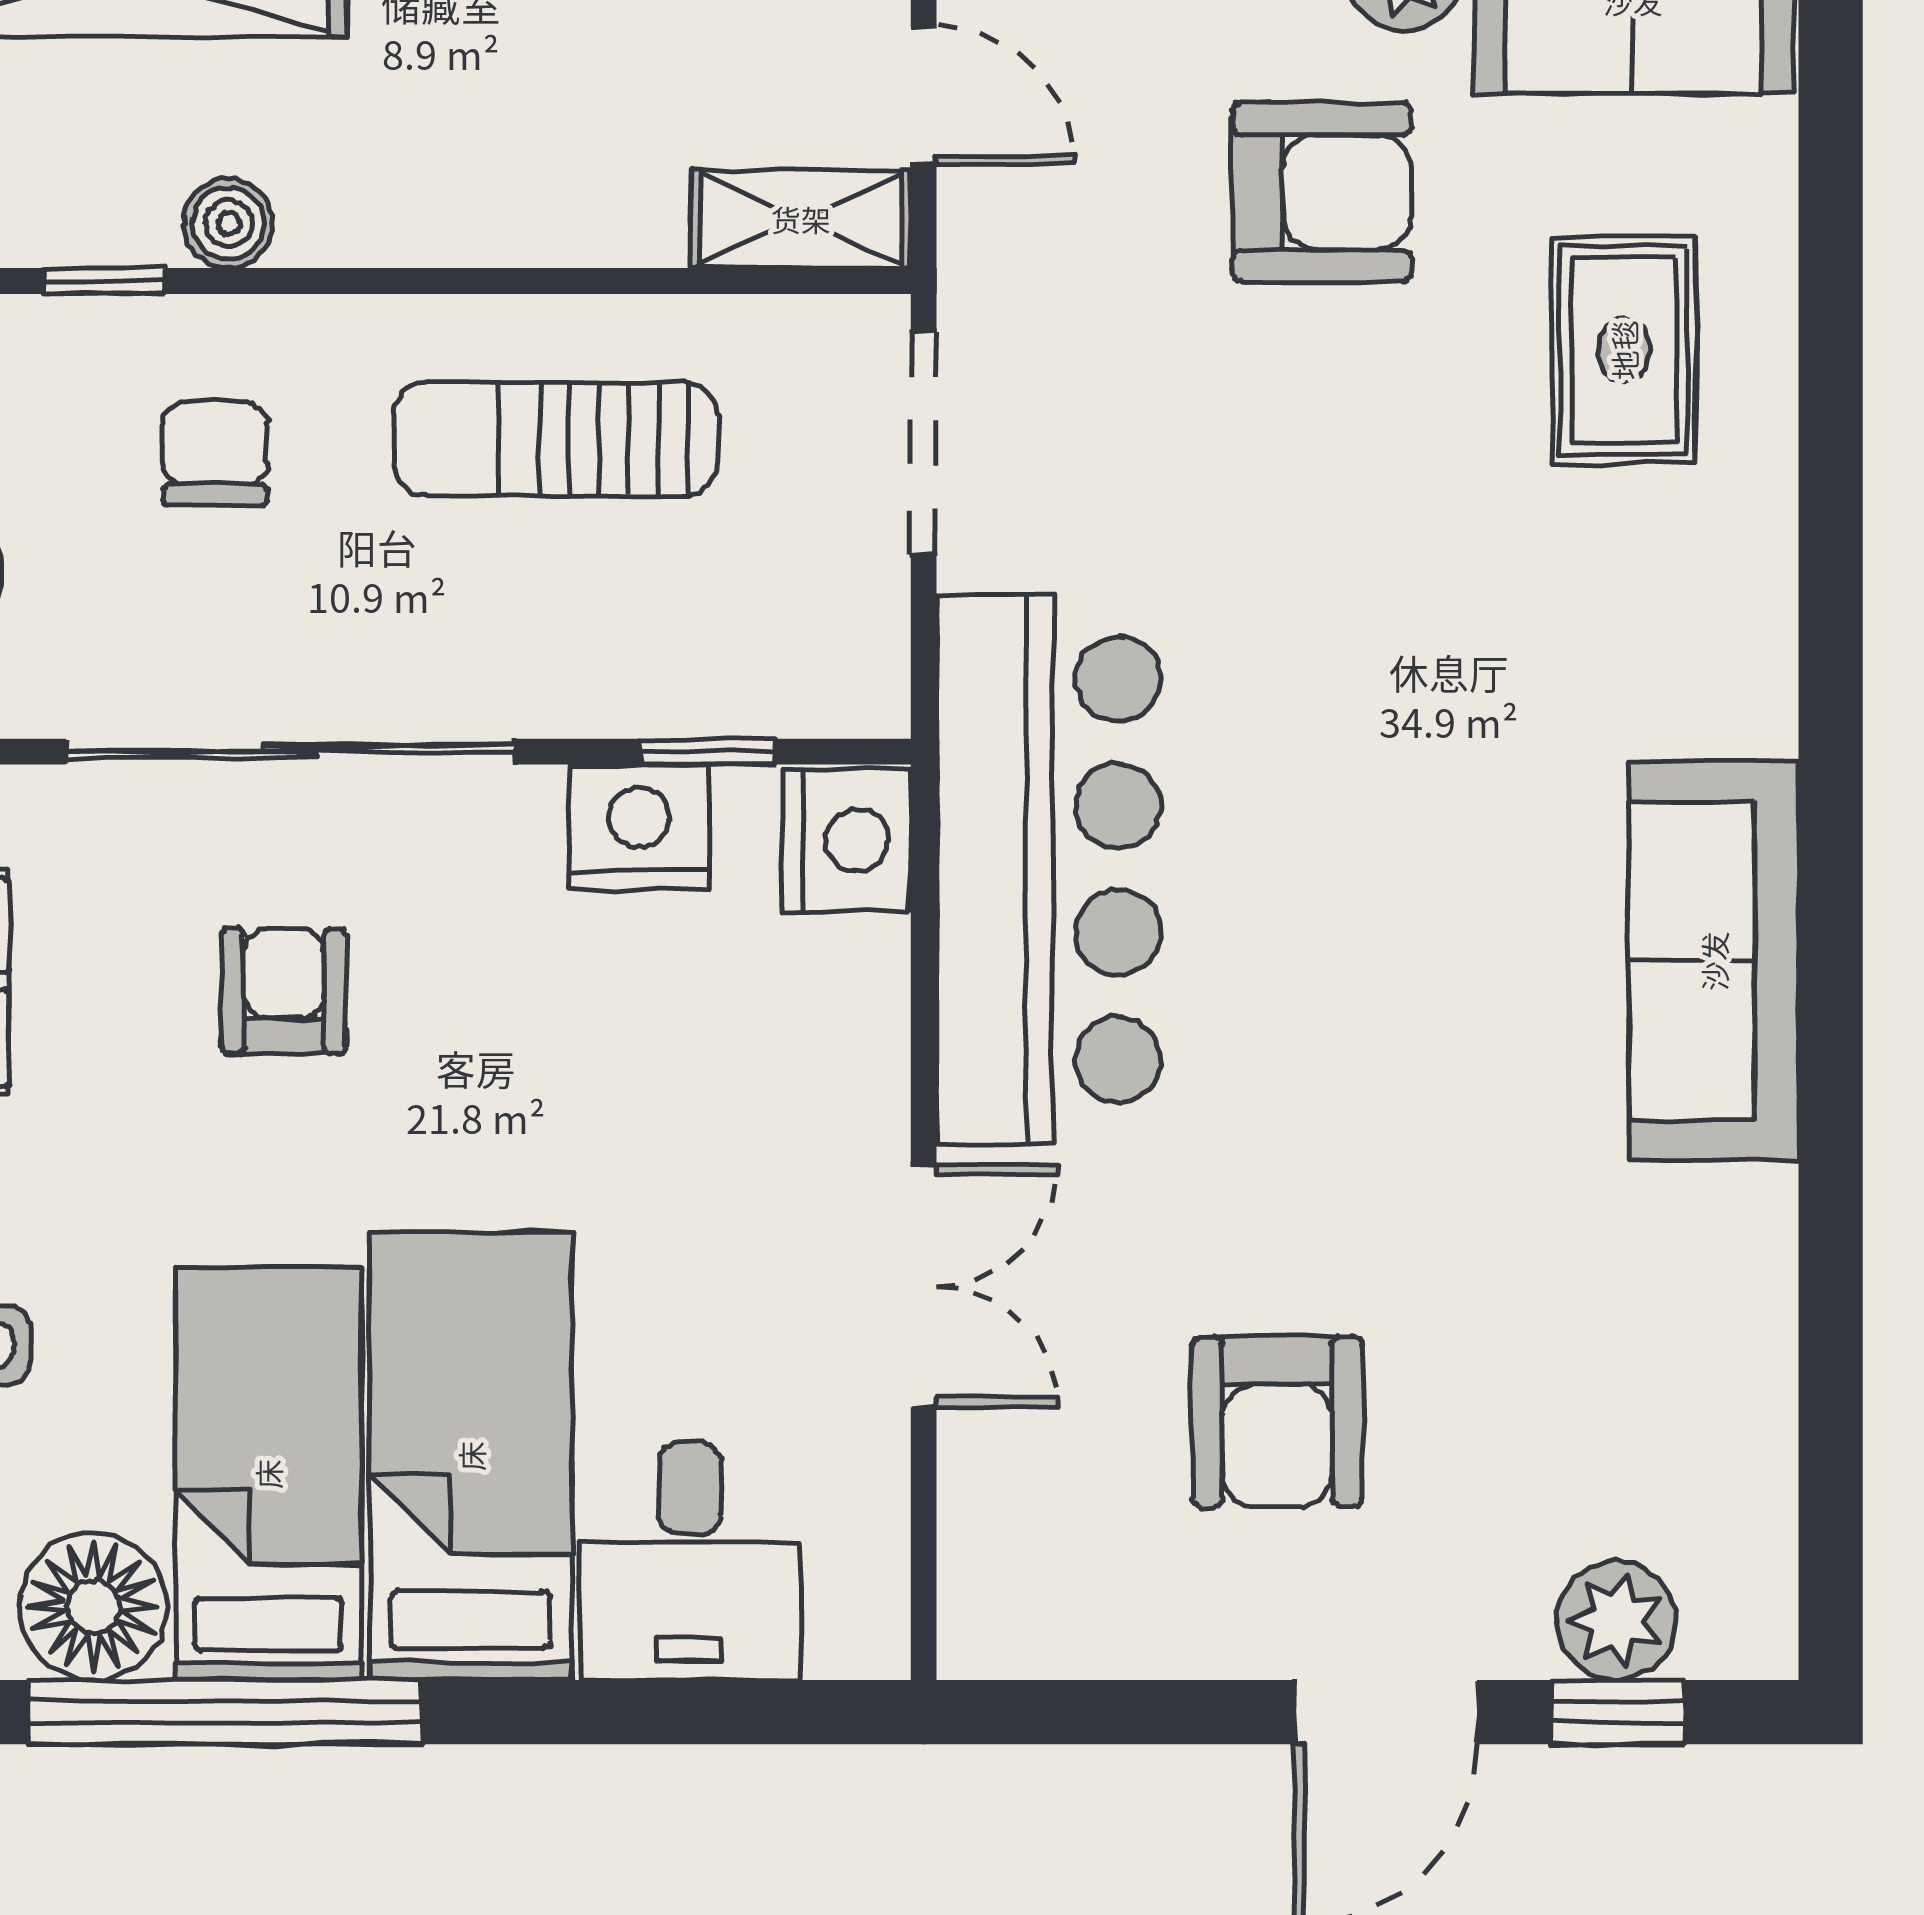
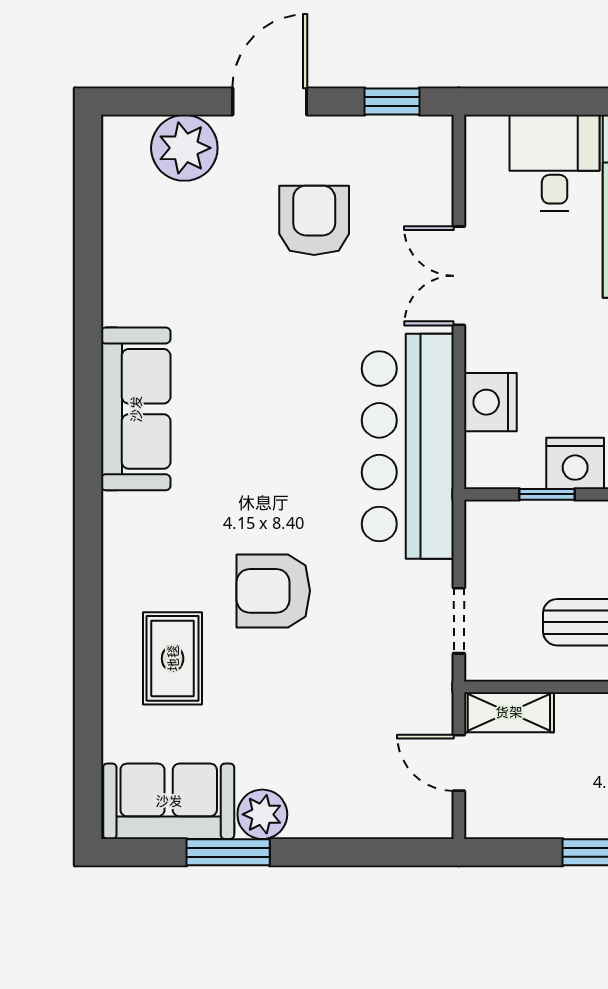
armchair: (1322, 192) -> (273, 591), moved
doorway: (924, 443) -> (459, 621), width x0.73
nightstand: (846, 841) -> (490, 402), moved
plant: (1616, 1621) -> (184, 148), width x1.36, depth x1.36
window: (1618, 1712) -> (392, 102), moved

